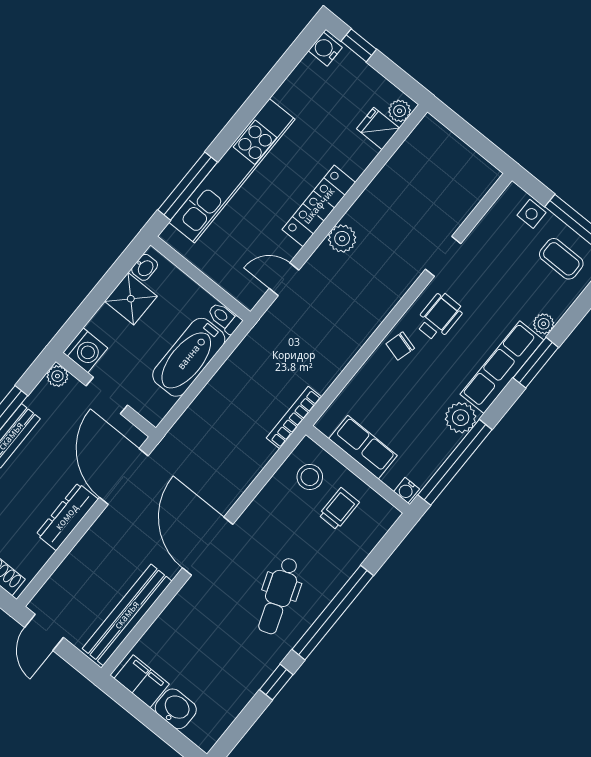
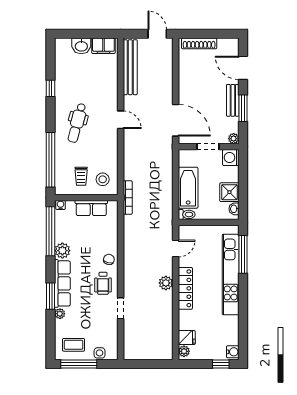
dresser: (67, 517) -> (185, 87), removed
door: (208, 546) -> (121, 120), width x0.53
dental chair: (279, 596) -> (77, 123), turned -145
window: (333, 613) -> (50, 160), moved

